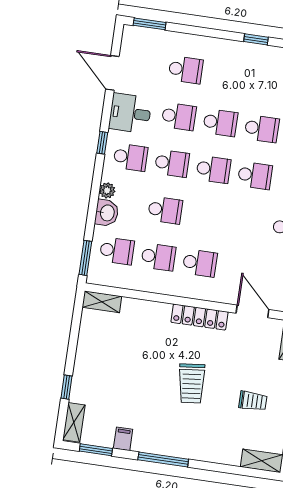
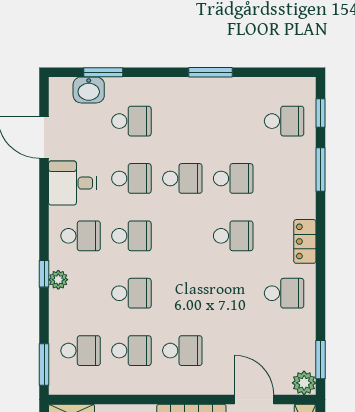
window: (150, 24) -> (103, 72), moved
window: (256, 39) -> (211, 72), width x1.50
window: (102, 143) -> (44, 274), moved
school desk: (213, 169) -> (182, 236), removed
washbasin: (107, 213) -> (89, 90), moved, turned 90

